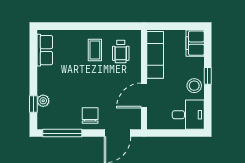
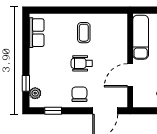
wheelchair: (121, 51) -> (82, 63), moved, turned 90
plant: (43, 101) -> (35, 93), moved
window: (62, 133) -> (53, 111), width x0.46

